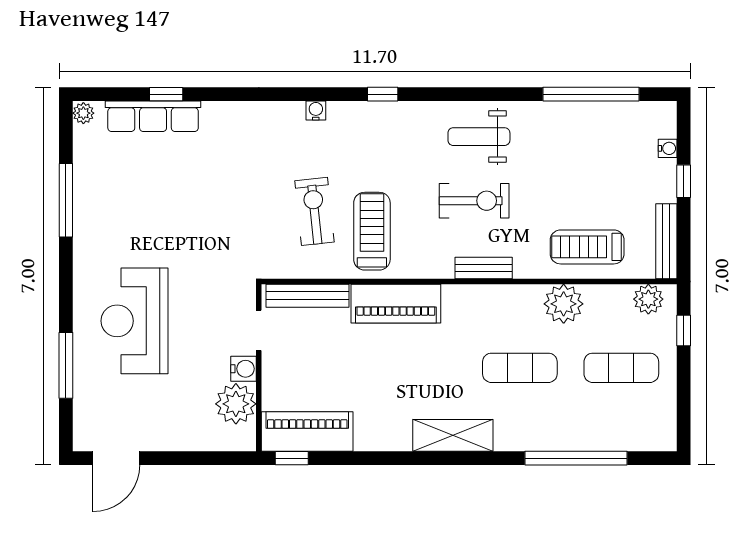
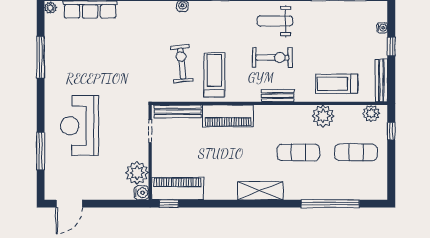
water cooler: (244, 369) -> (141, 193), moved

